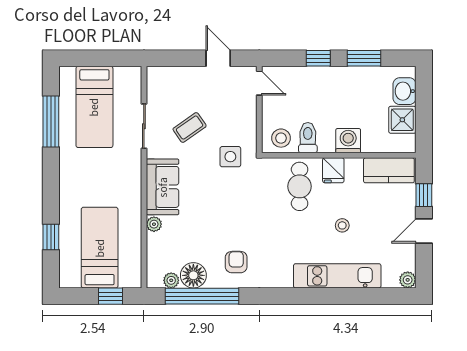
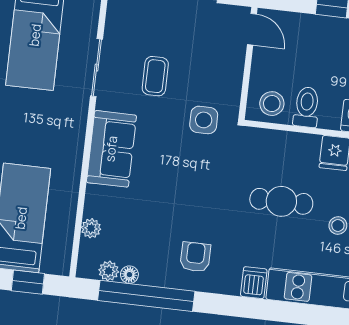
coffee table: (190, 127) -> (155, 76), turned -55
cafe table: (300, 186) -> (281, 201), moved, turned 90
plant: (154, 224) -> (91, 228), moved
floor lamp: (193, 275) -> (129, 275), width x0.53, depth x0.53
dishwasher: (283, 277) -> (254, 283), added

